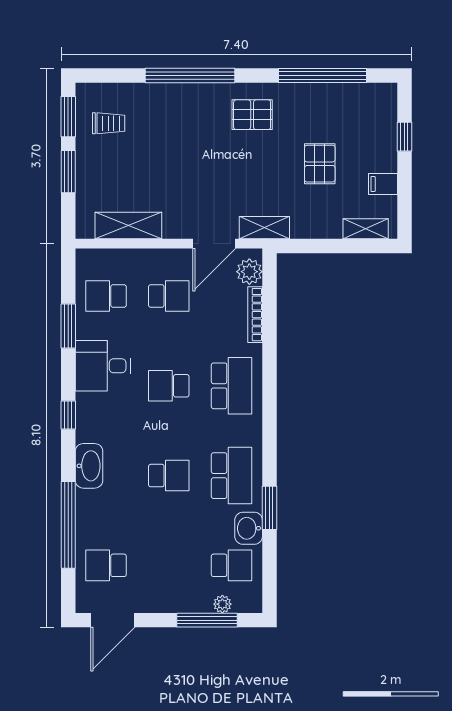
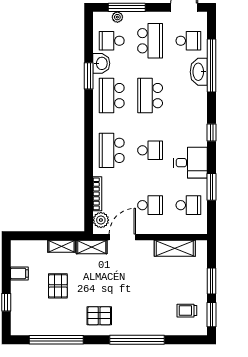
shelving: (366, 229) -> (62, 246), moved
school desk: (169, 296) -> (150, 205), turned 180
washbasin: (89, 466) -> (199, 72), moved
school desk: (169, 476) -> (150, 96), width x1.85
school desk: (169, 565) -> (150, 41), added

